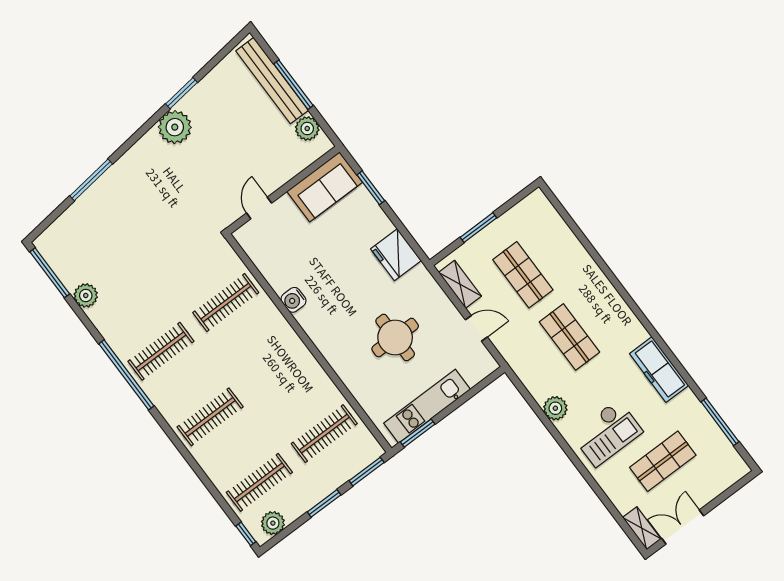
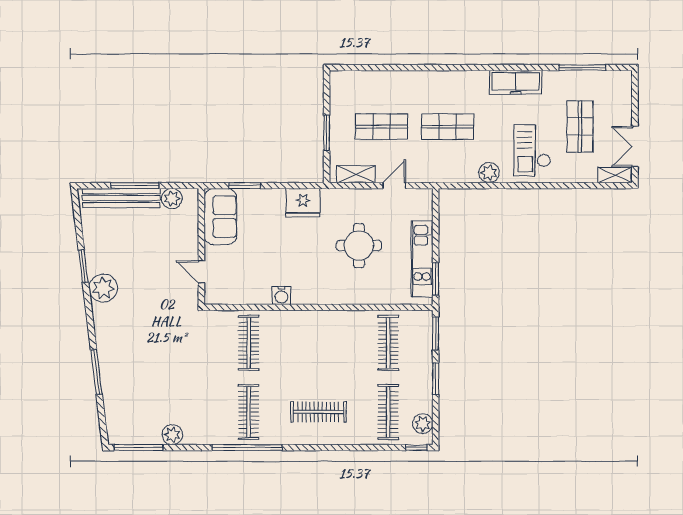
clothes rail: (210, 417) -> (318, 412), turned 90
checkout: (607, 433) -> (532, 150), turned 180

